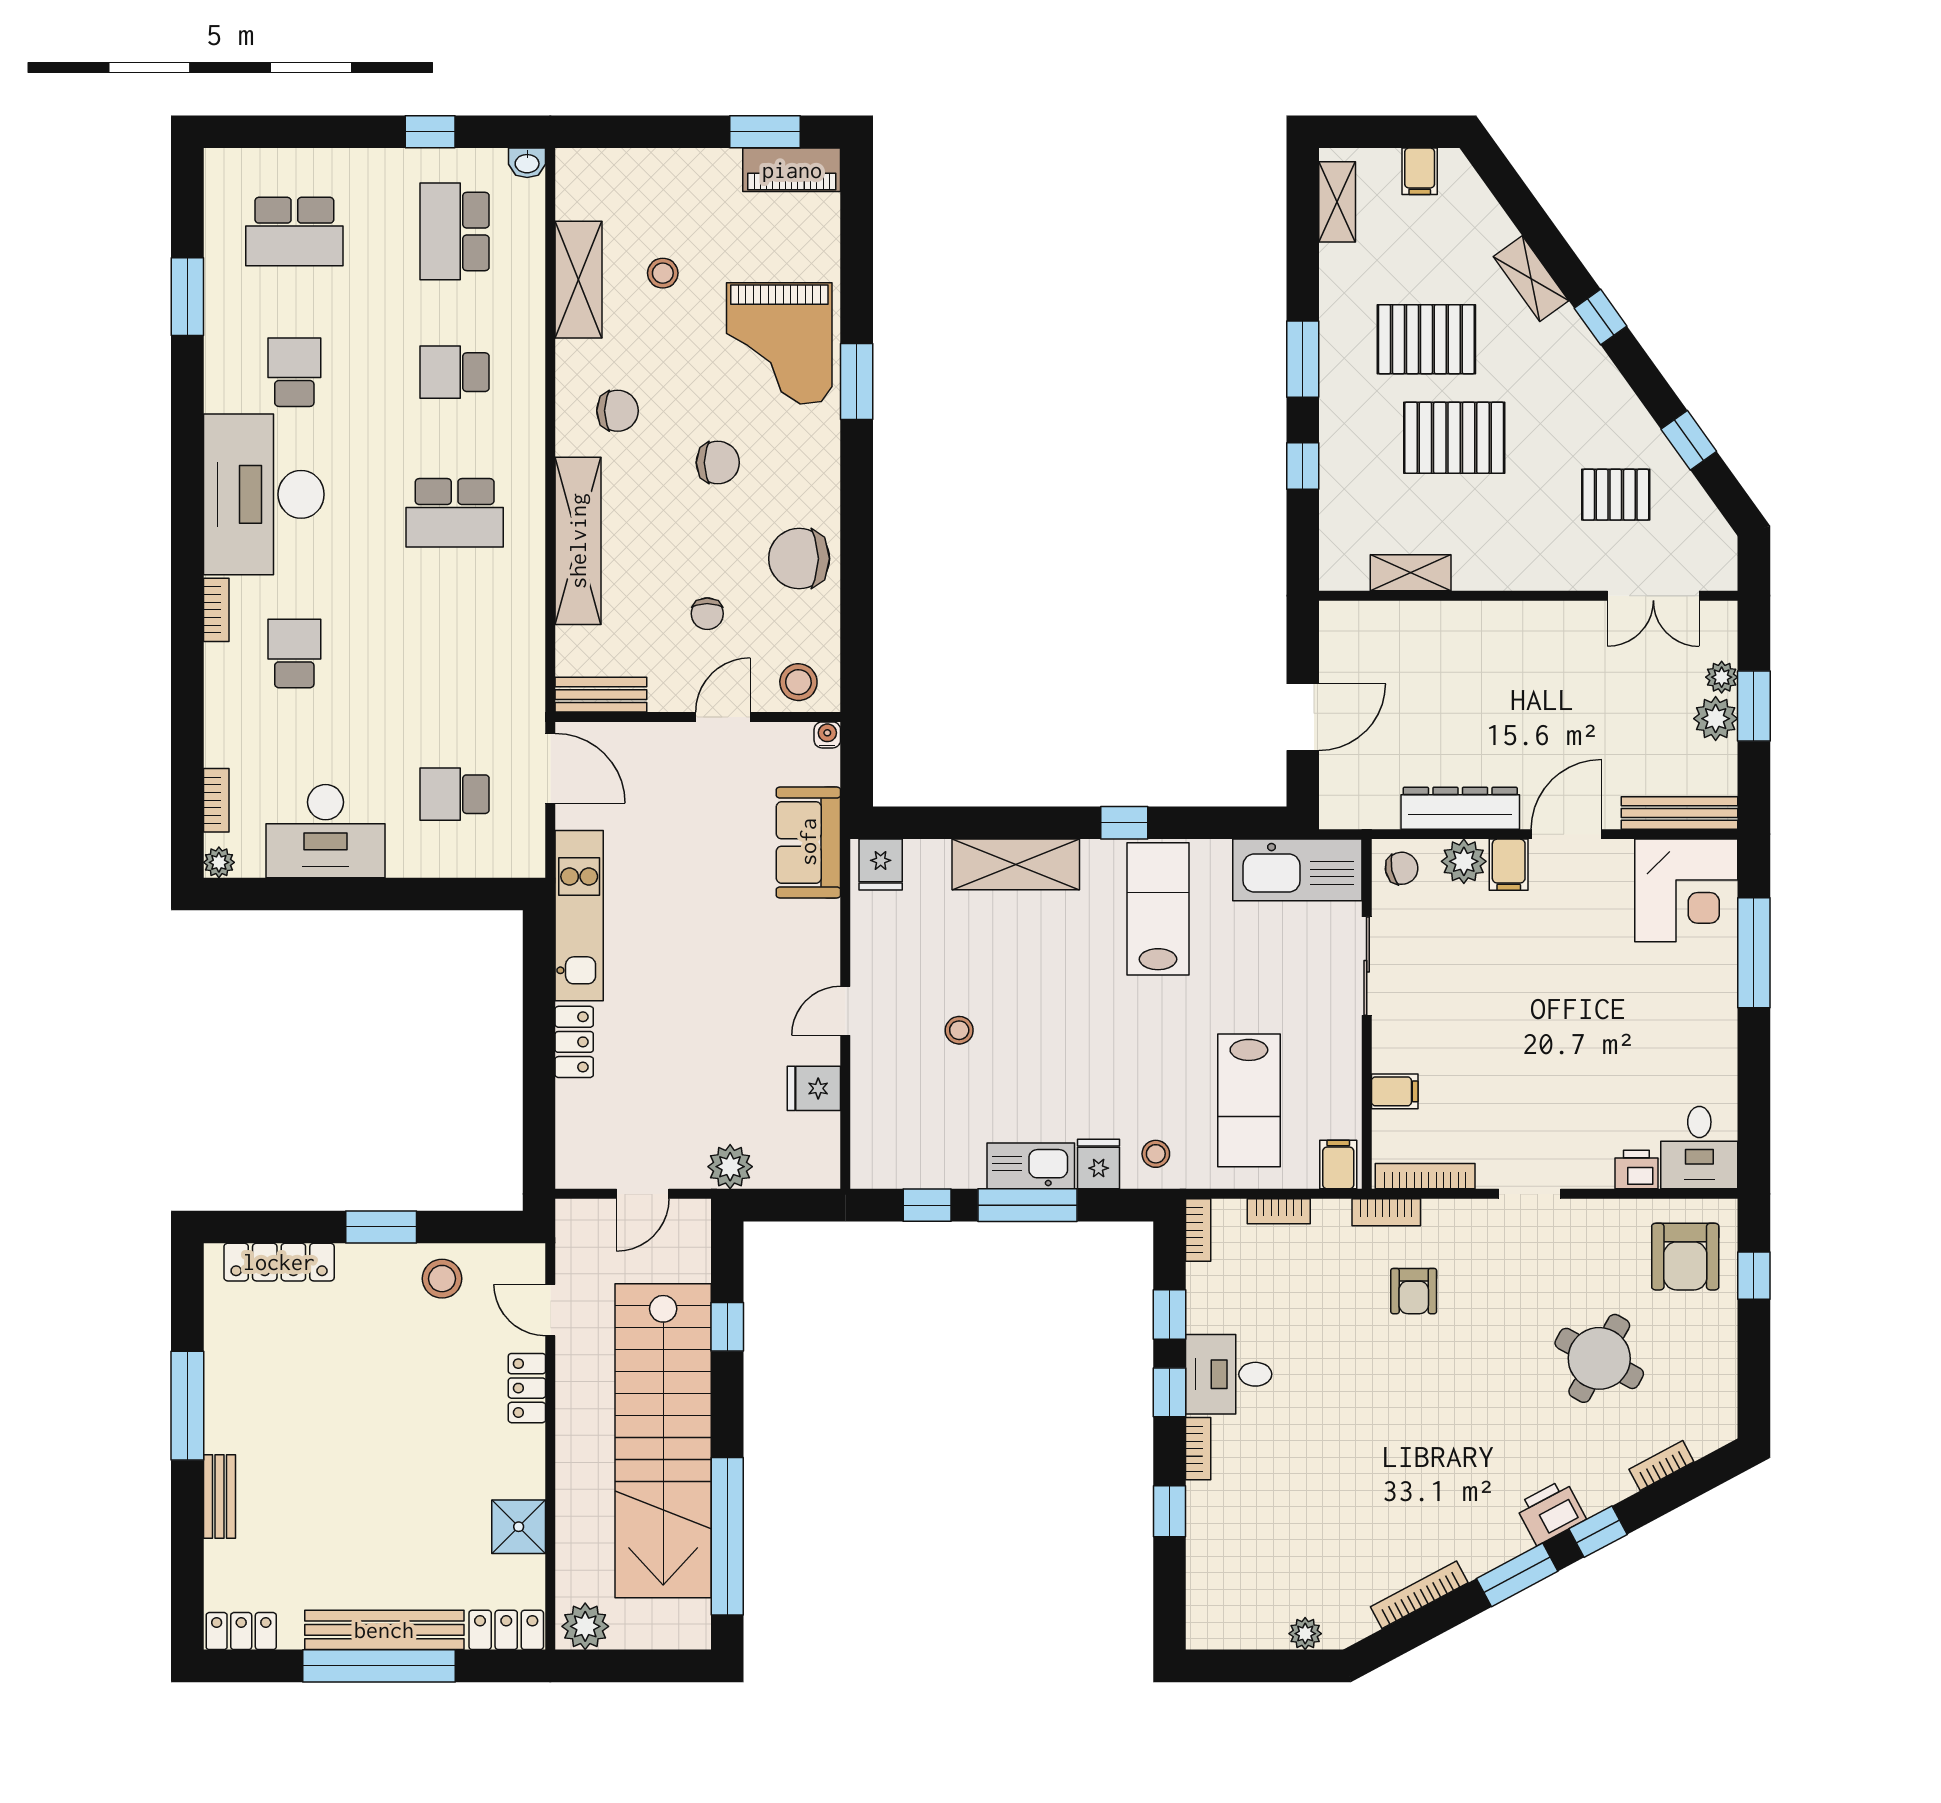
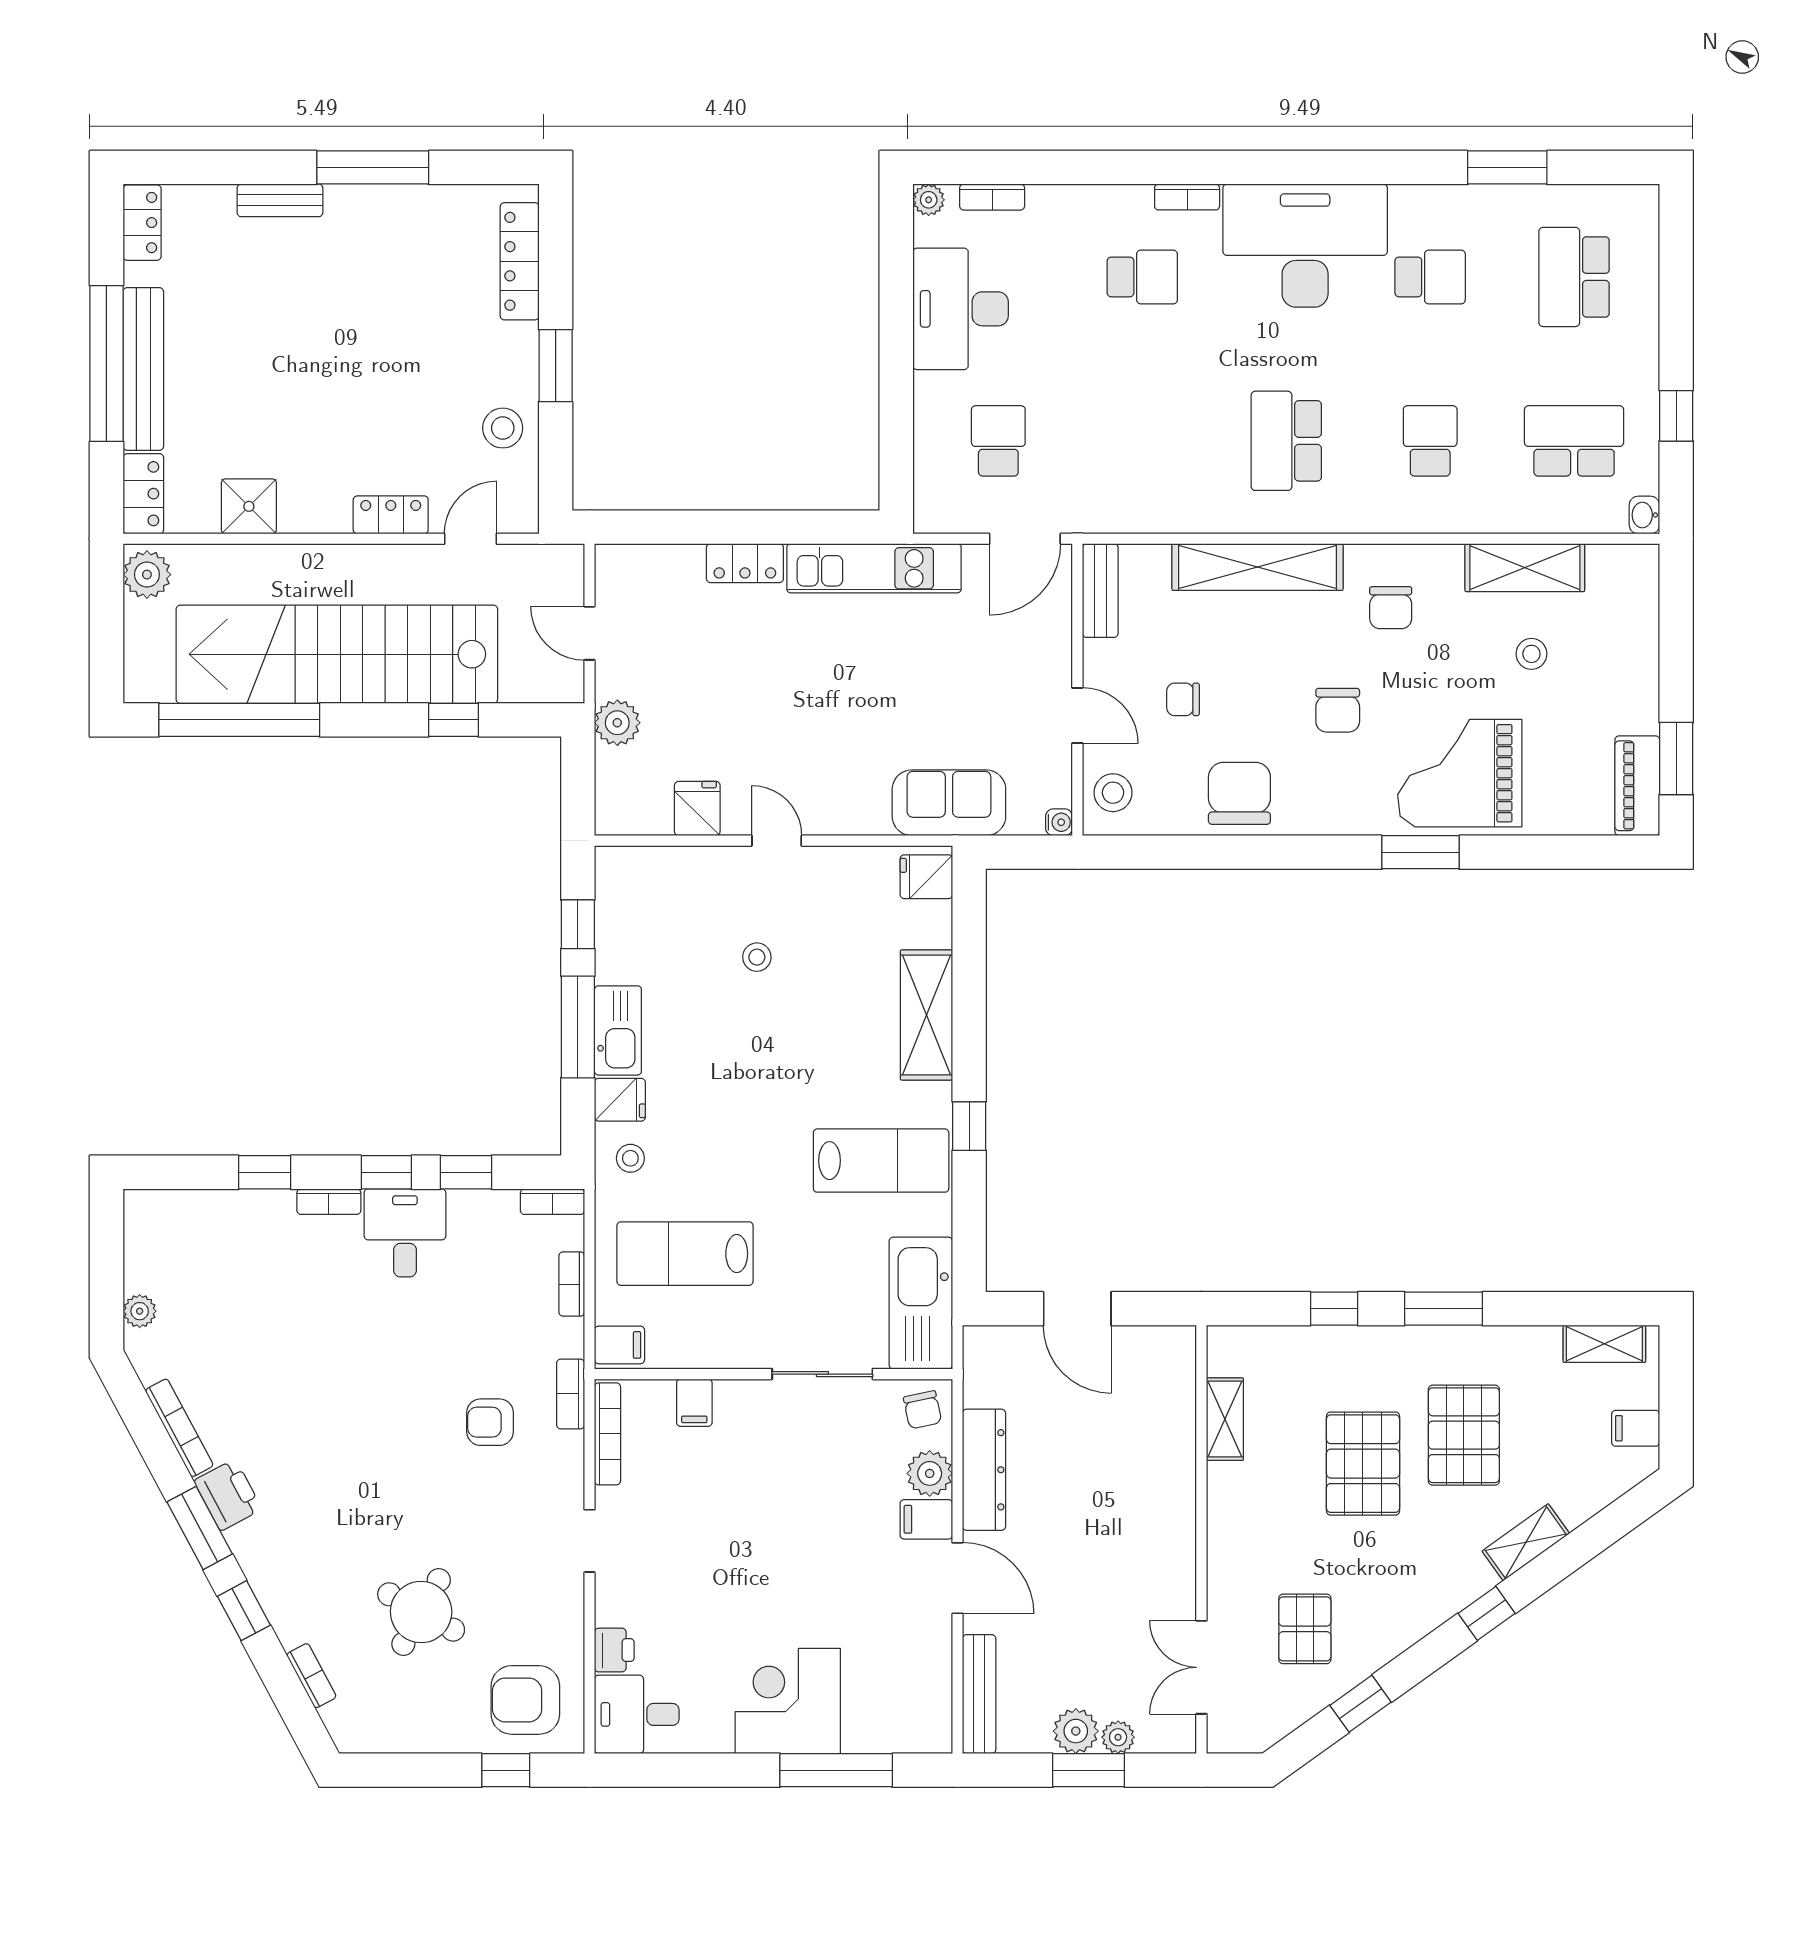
corner desk: (1686, 890) -> (788, 1701), moved, turned 90
printer: (1551, 1512) -> (228, 1495), moved

